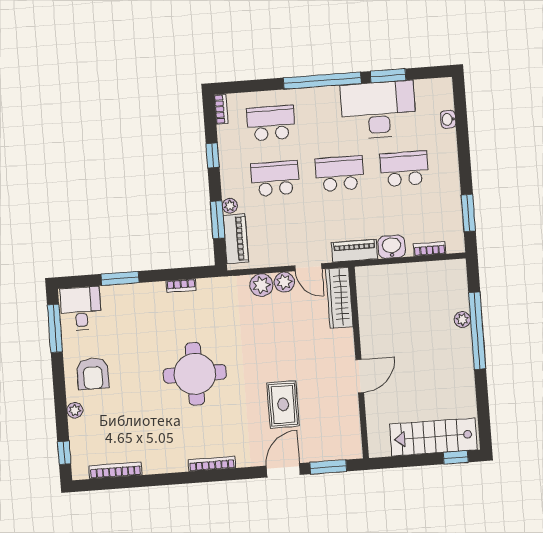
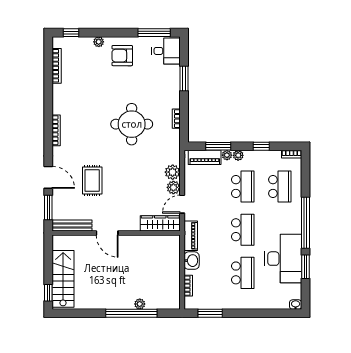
washbasin: (448, 119) -> (296, 305), moved
plant: (229, 189) -> (238, 155), added
round table: (195, 374) -> (132, 124), moved
rug: (283, 404) -> (92, 180), turned 90
bench: (353, 430) -> (72, 225), added

